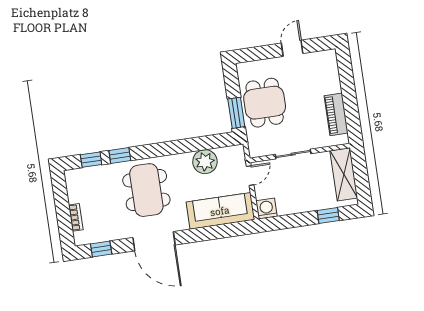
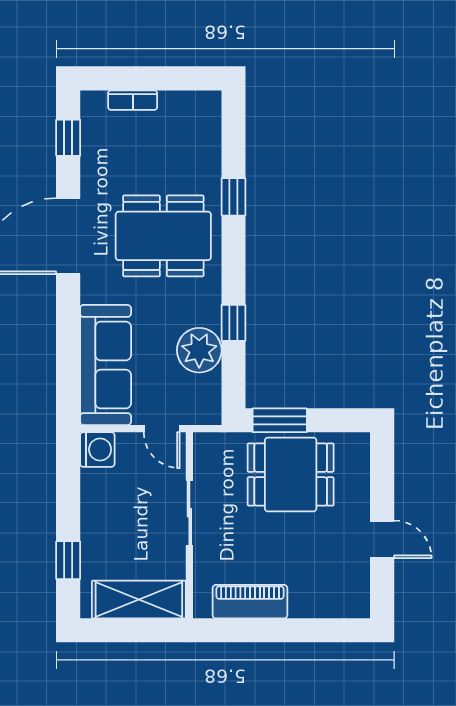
window: (91, 160) -> (233, 323), moved

